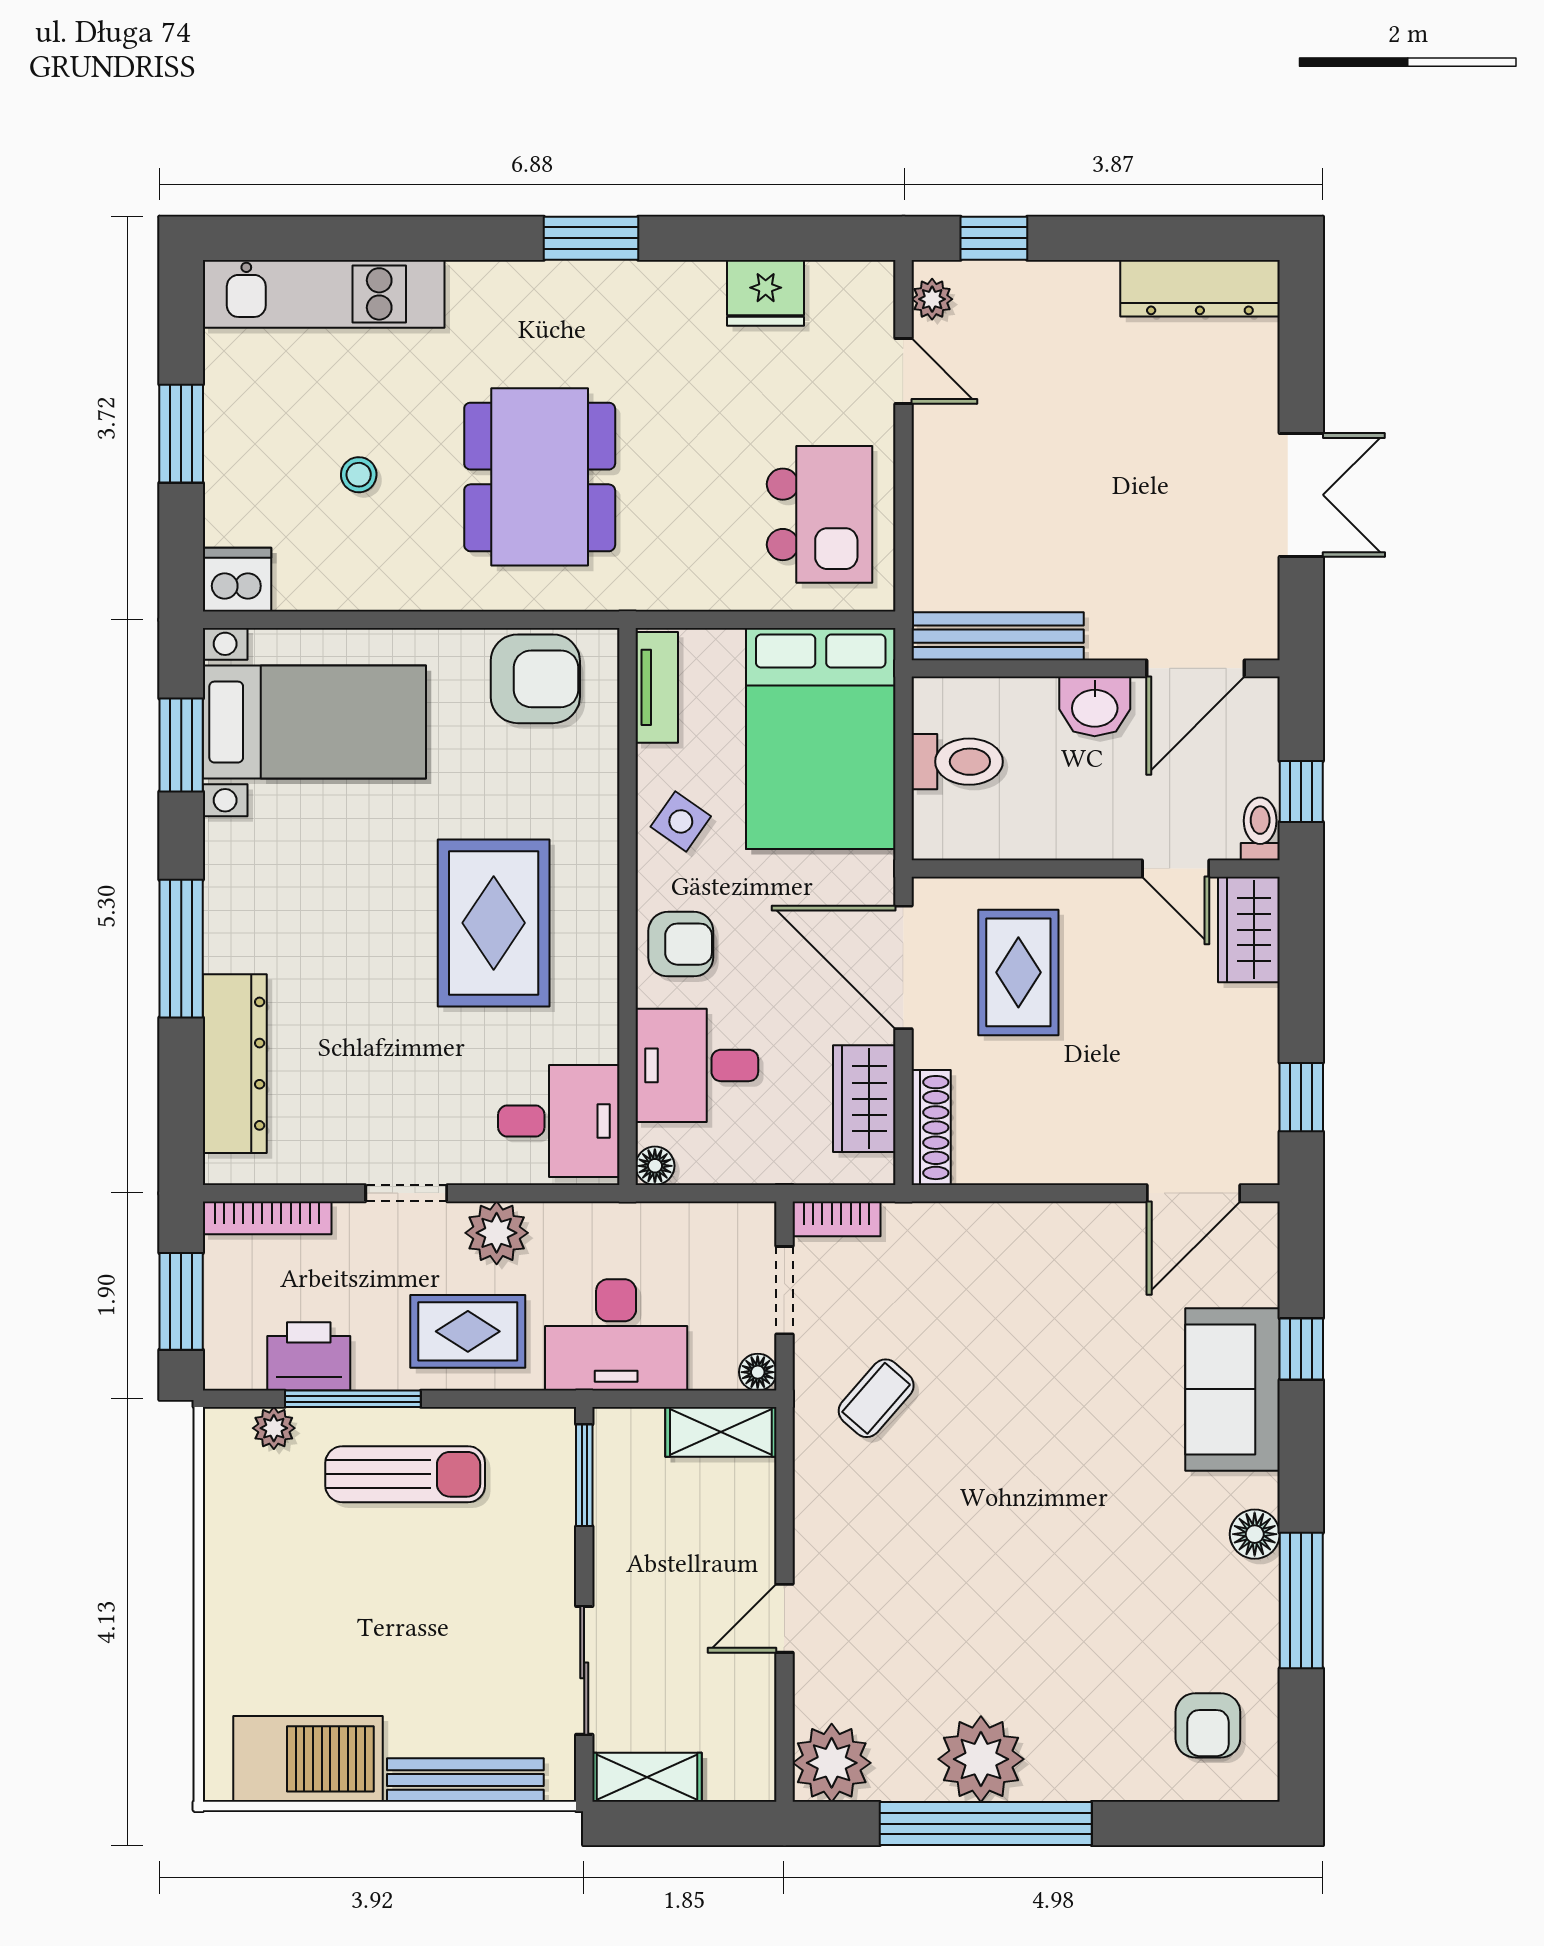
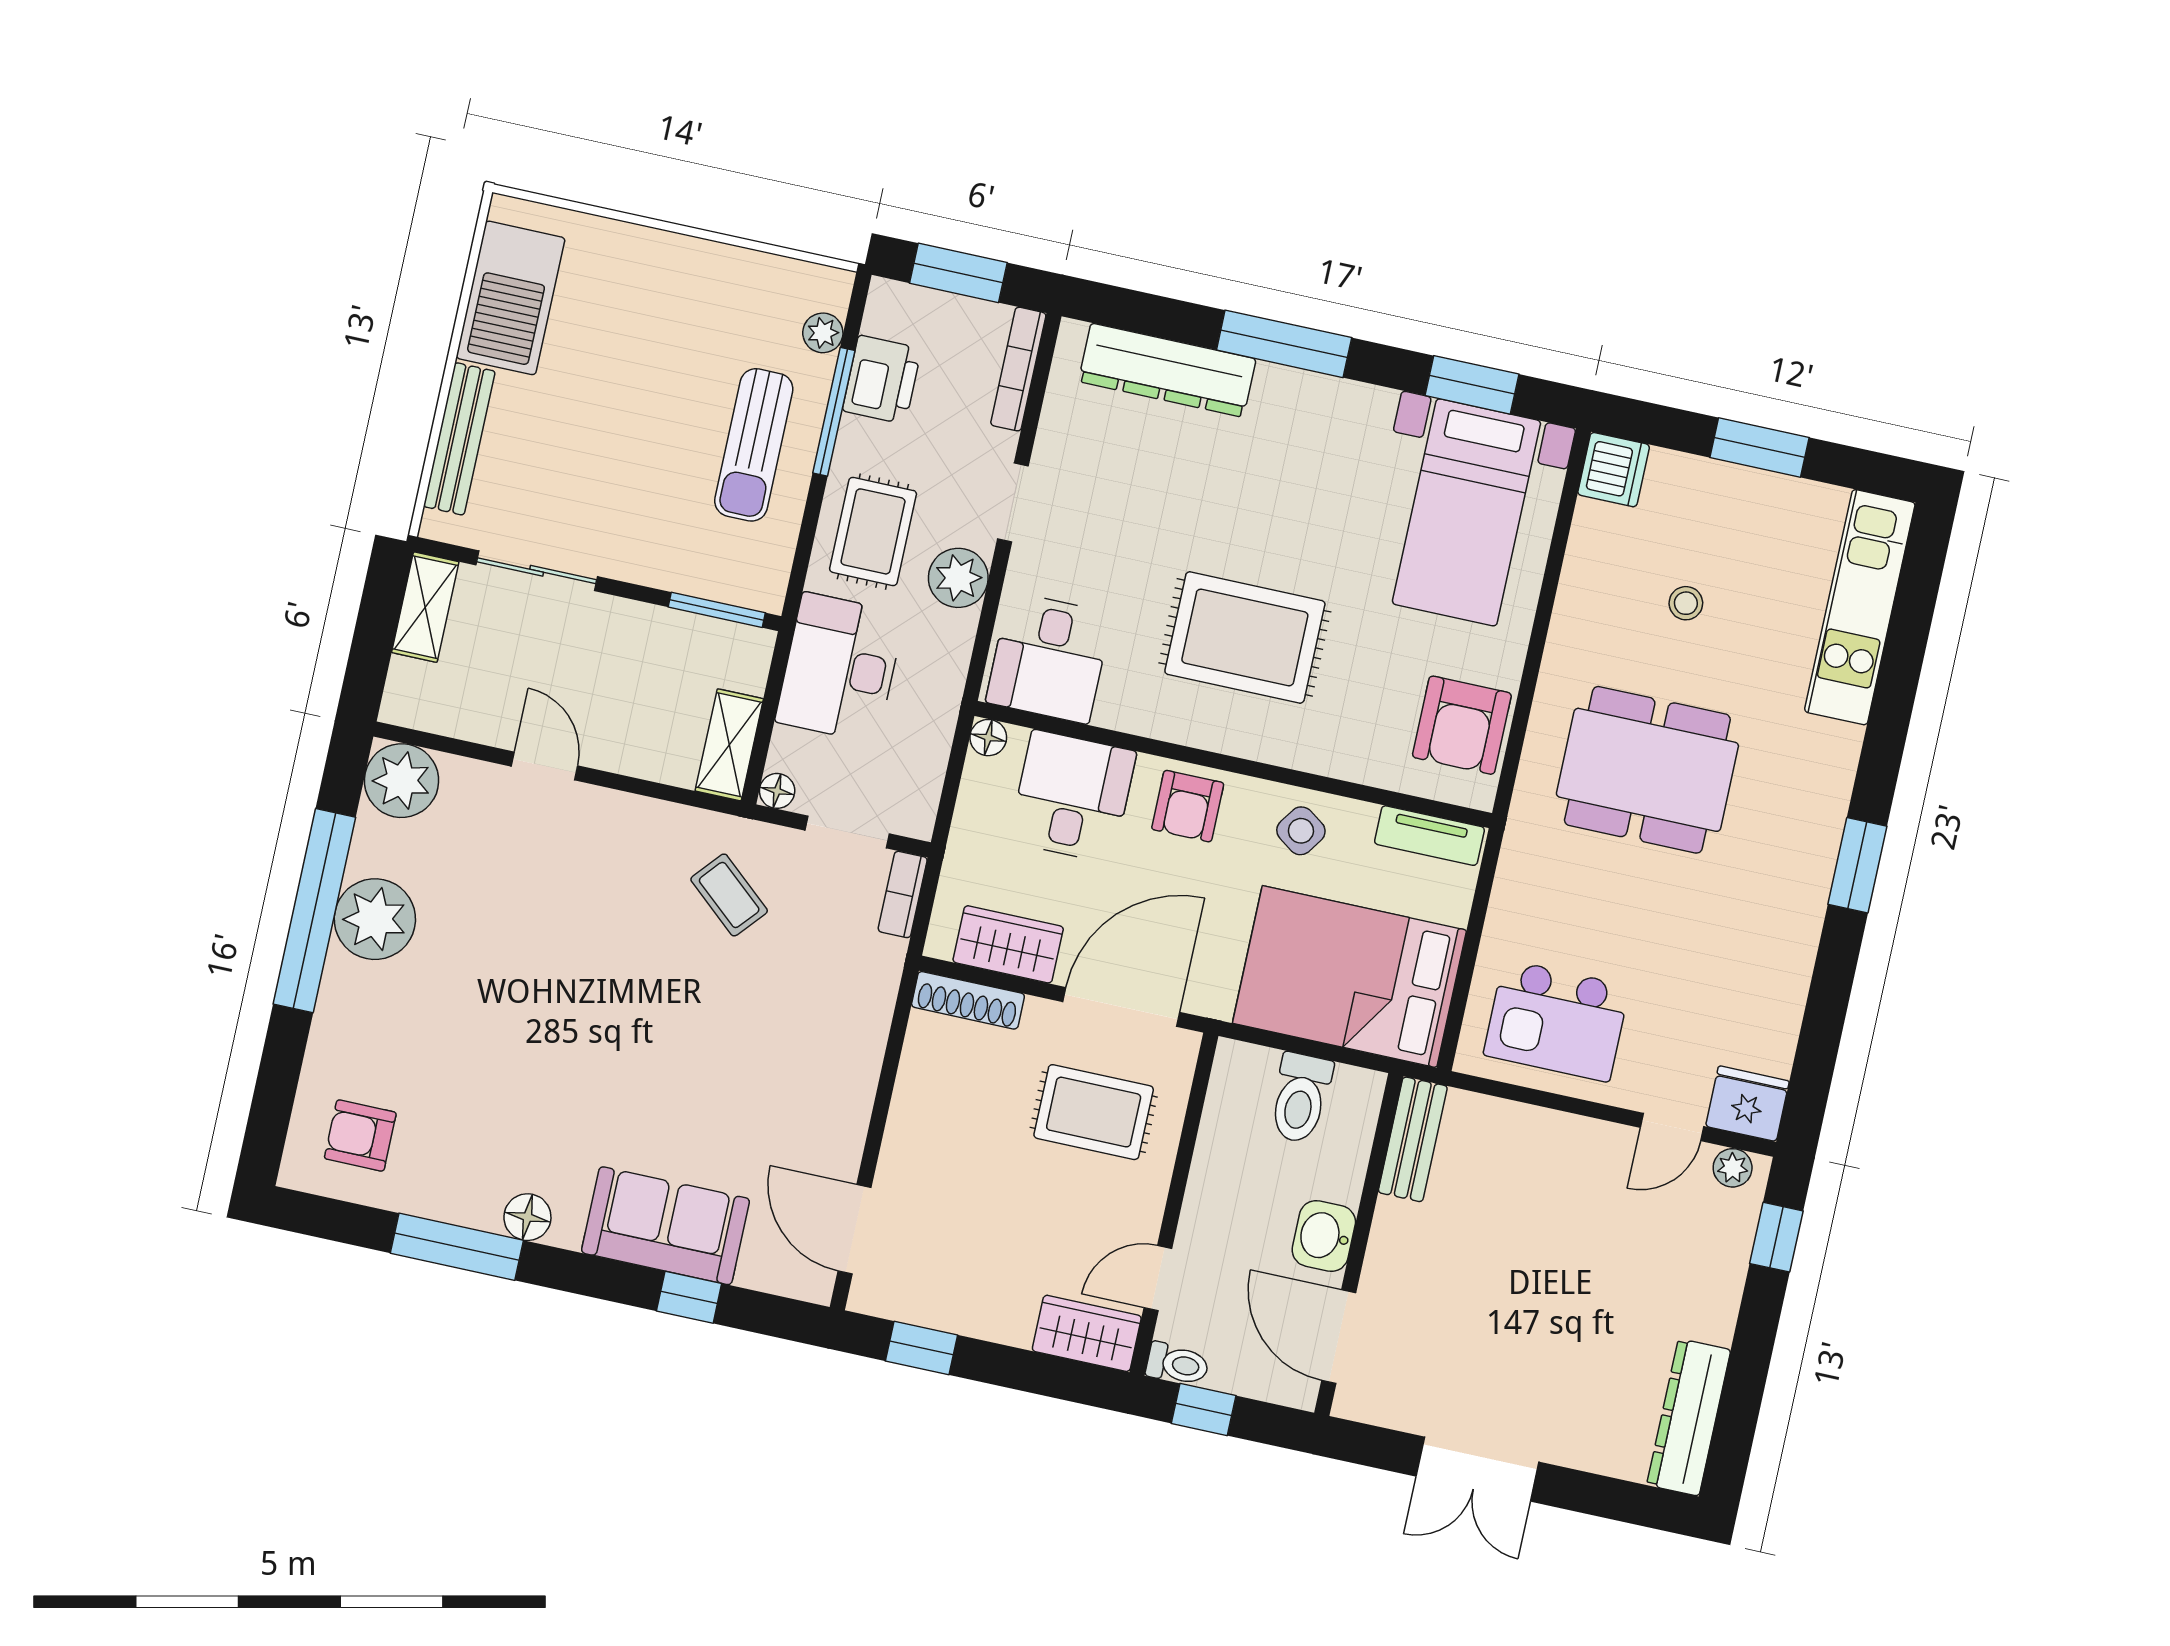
fridge: (766, 293) -> (1747, 1104), moved, turned 90
bench: (998, 636) -> (1413, 1139), width x0.73

